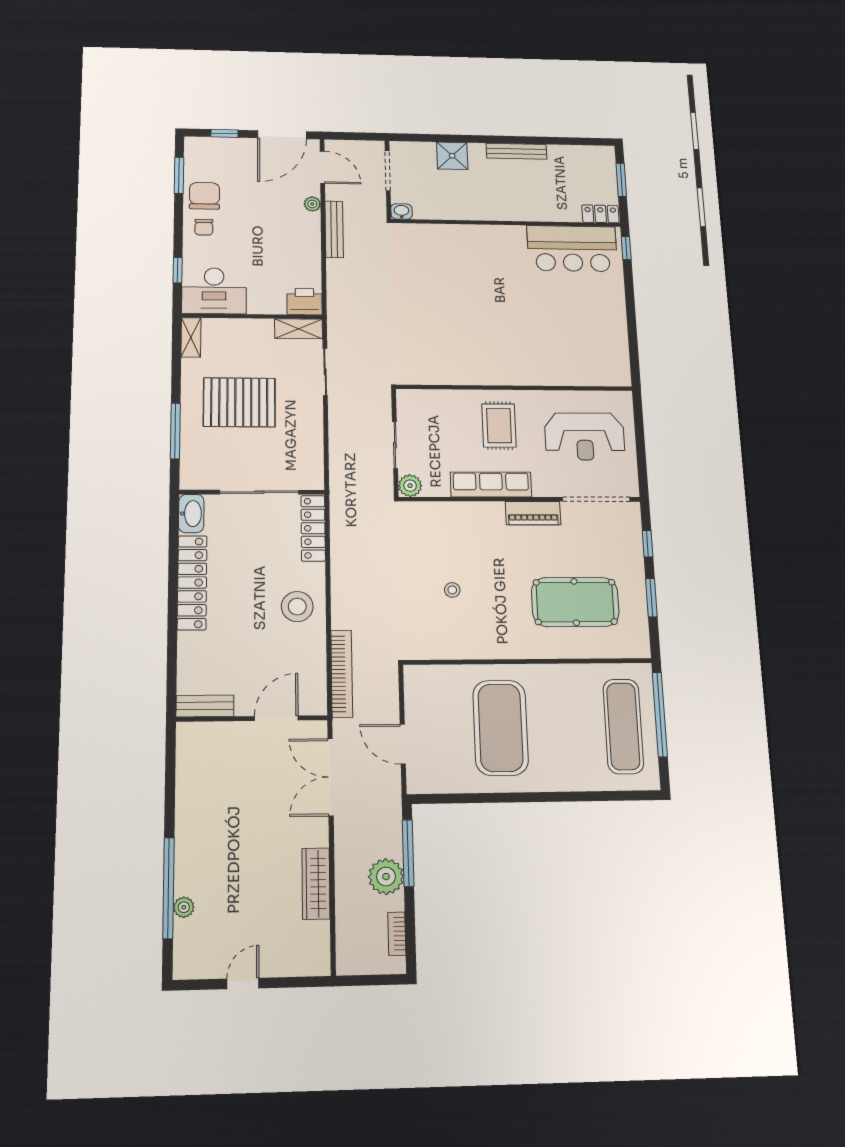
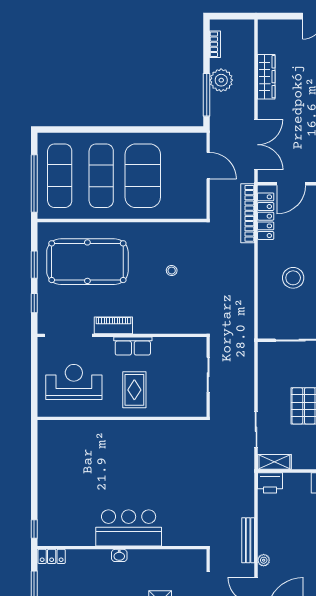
washbasin: (402, 211) -> (119, 555), moved
bar counter: (572, 249) -> (129, 528), moved
row of seats: (491, 485) -> (133, 346), width x0.68
plant: (410, 486) -> (198, 345), removed
locker: (313, 528) -> (266, 216), moved
pool table: (575, 602) -> (87, 262), width x1.36, depth x1.32
stool: (297, 607) -> (293, 278), moved
exercise mat: (562, 727) -> (101, 176), added

